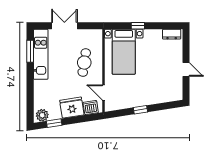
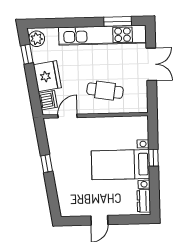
bed with nightstands: (124, 52) -> (121, 165), moved
kitchen unit: (41, 54) -> (102, 35), width x1.36

